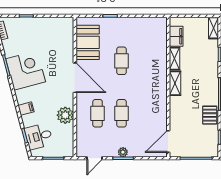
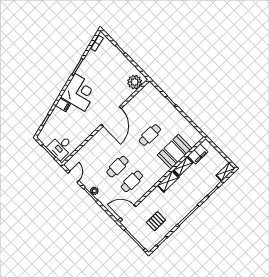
booth: (88, 42) -> (175, 152), moved
corner desk: (26, 70) -> (80, 92), moved
cafe table: (98, 113) -> (132, 181), moved
plant: (65, 115) -> (135, 82), moved
pallet: (210, 115) -> (156, 221), moved
desk: (39, 136) -> (61, 147), moved, turned -75
door: (94, 158) -> (73, 177), swing flipped

